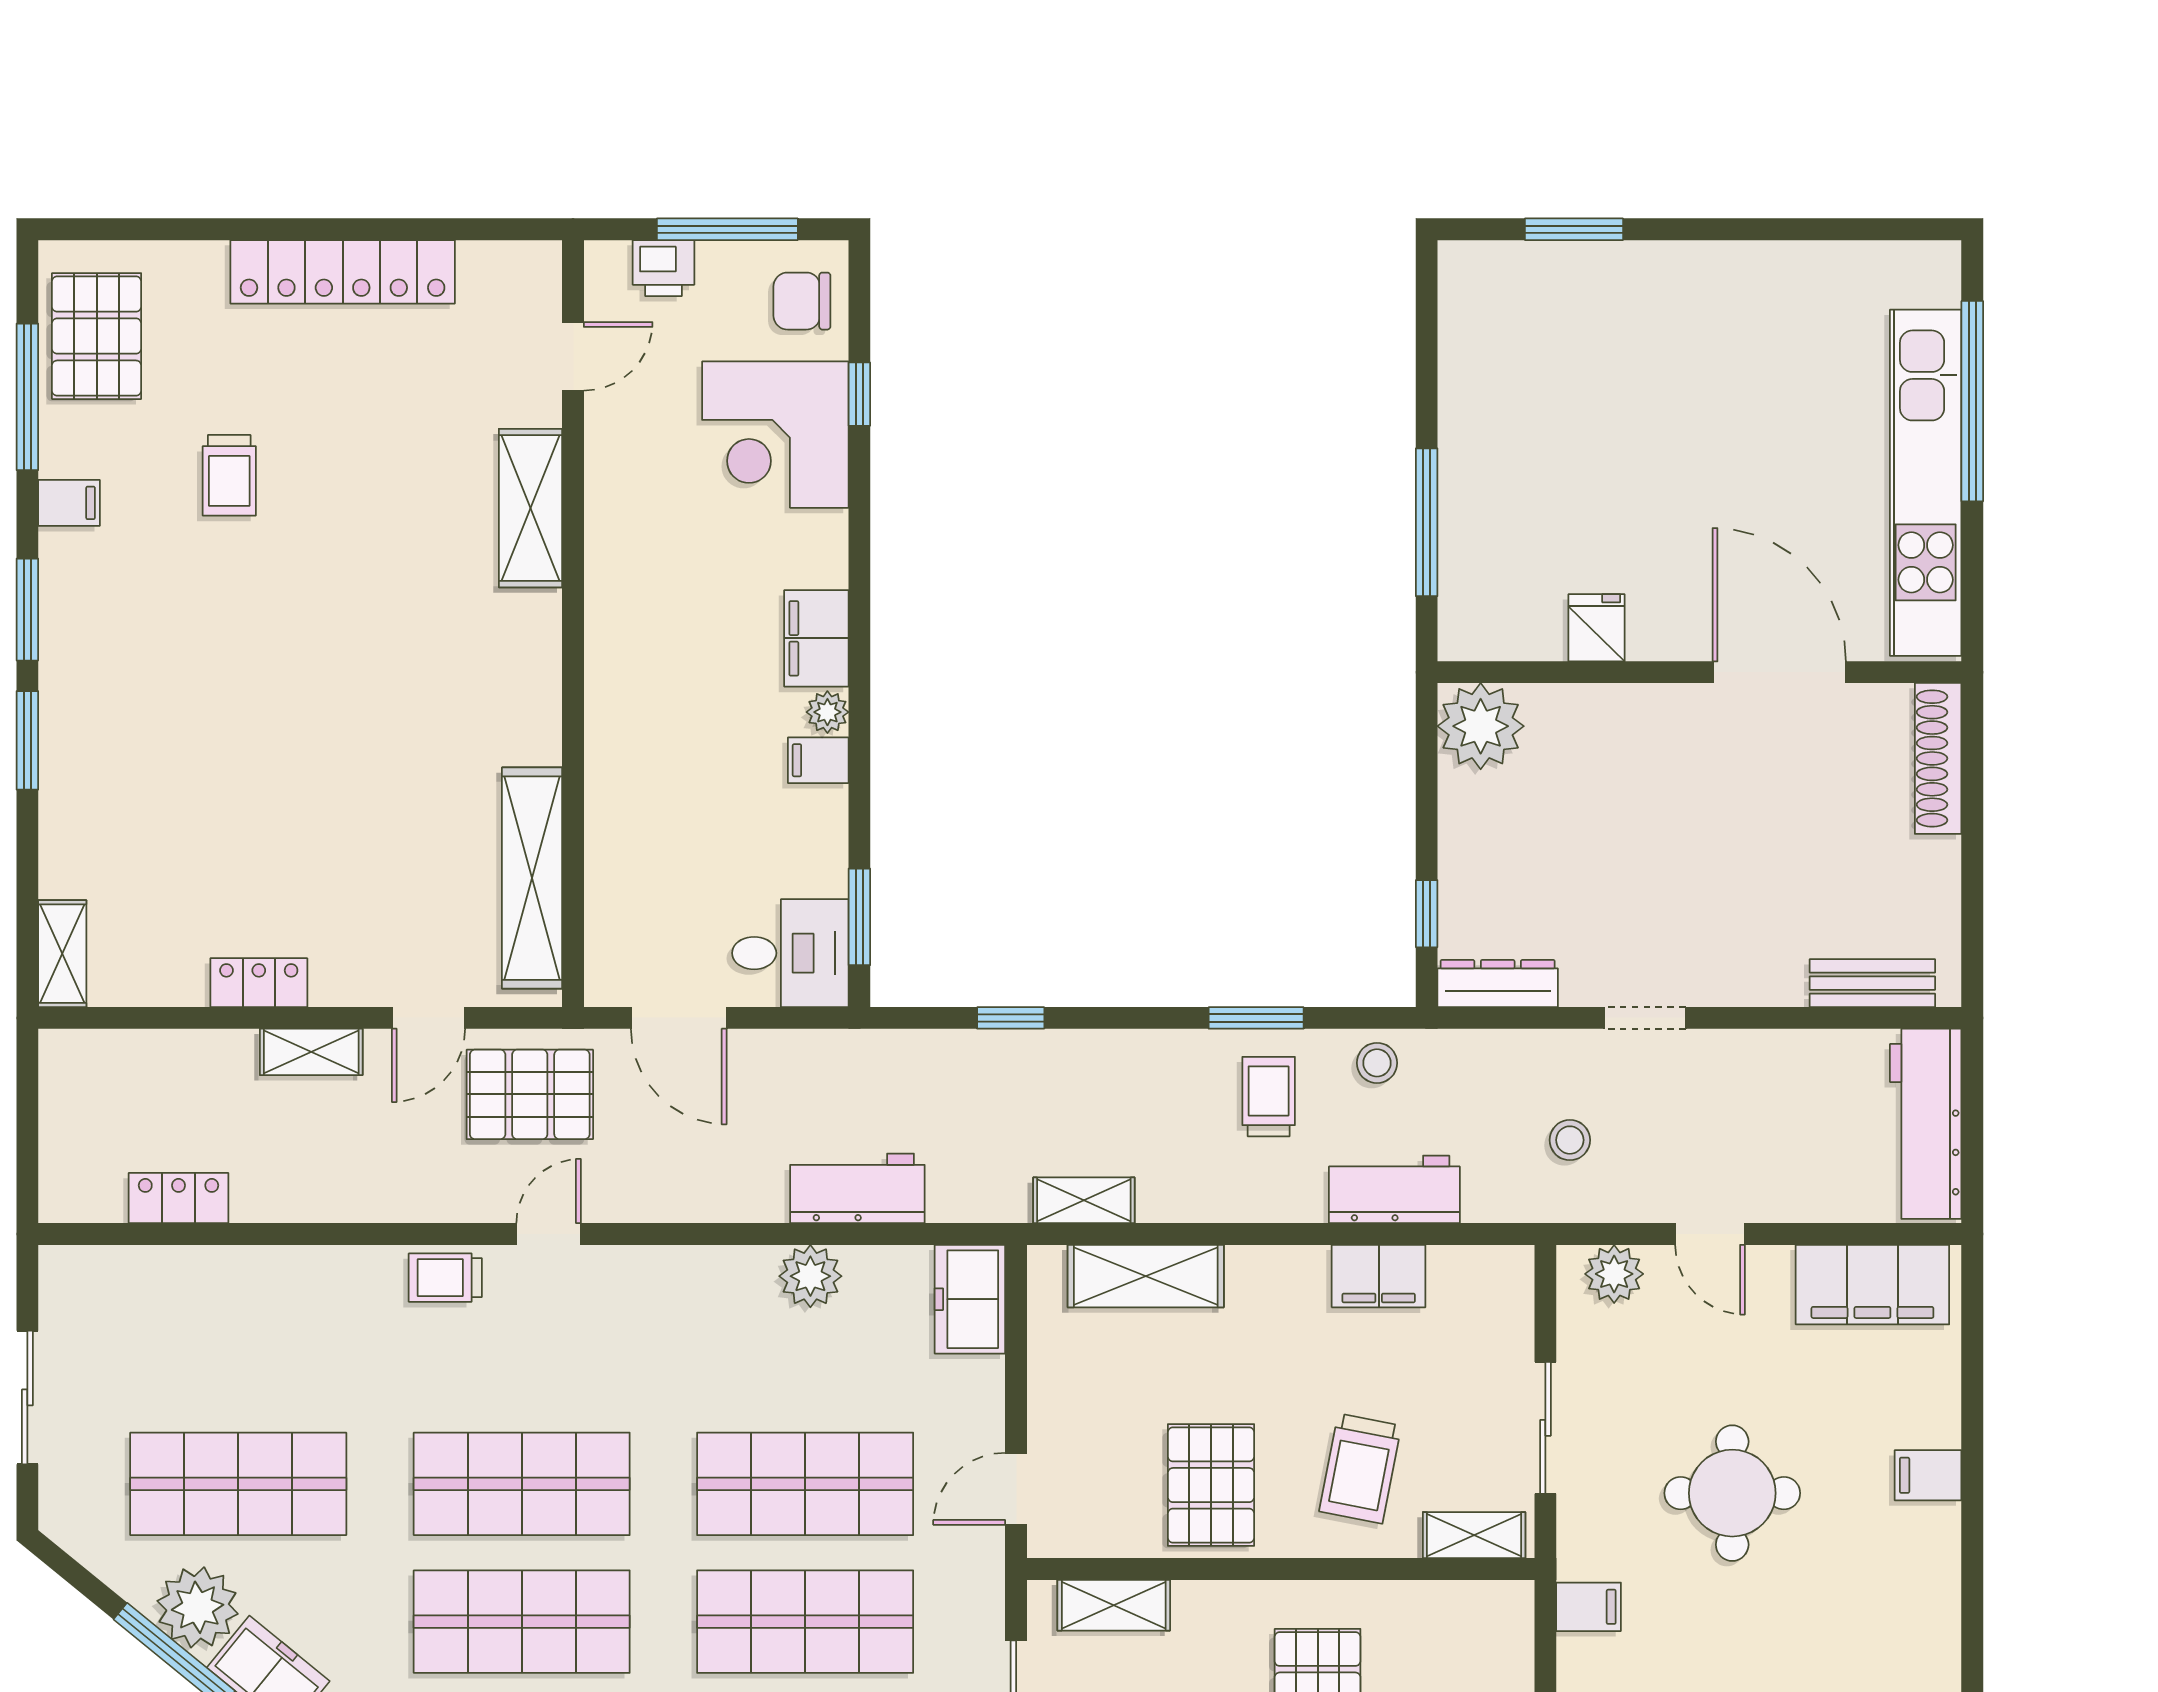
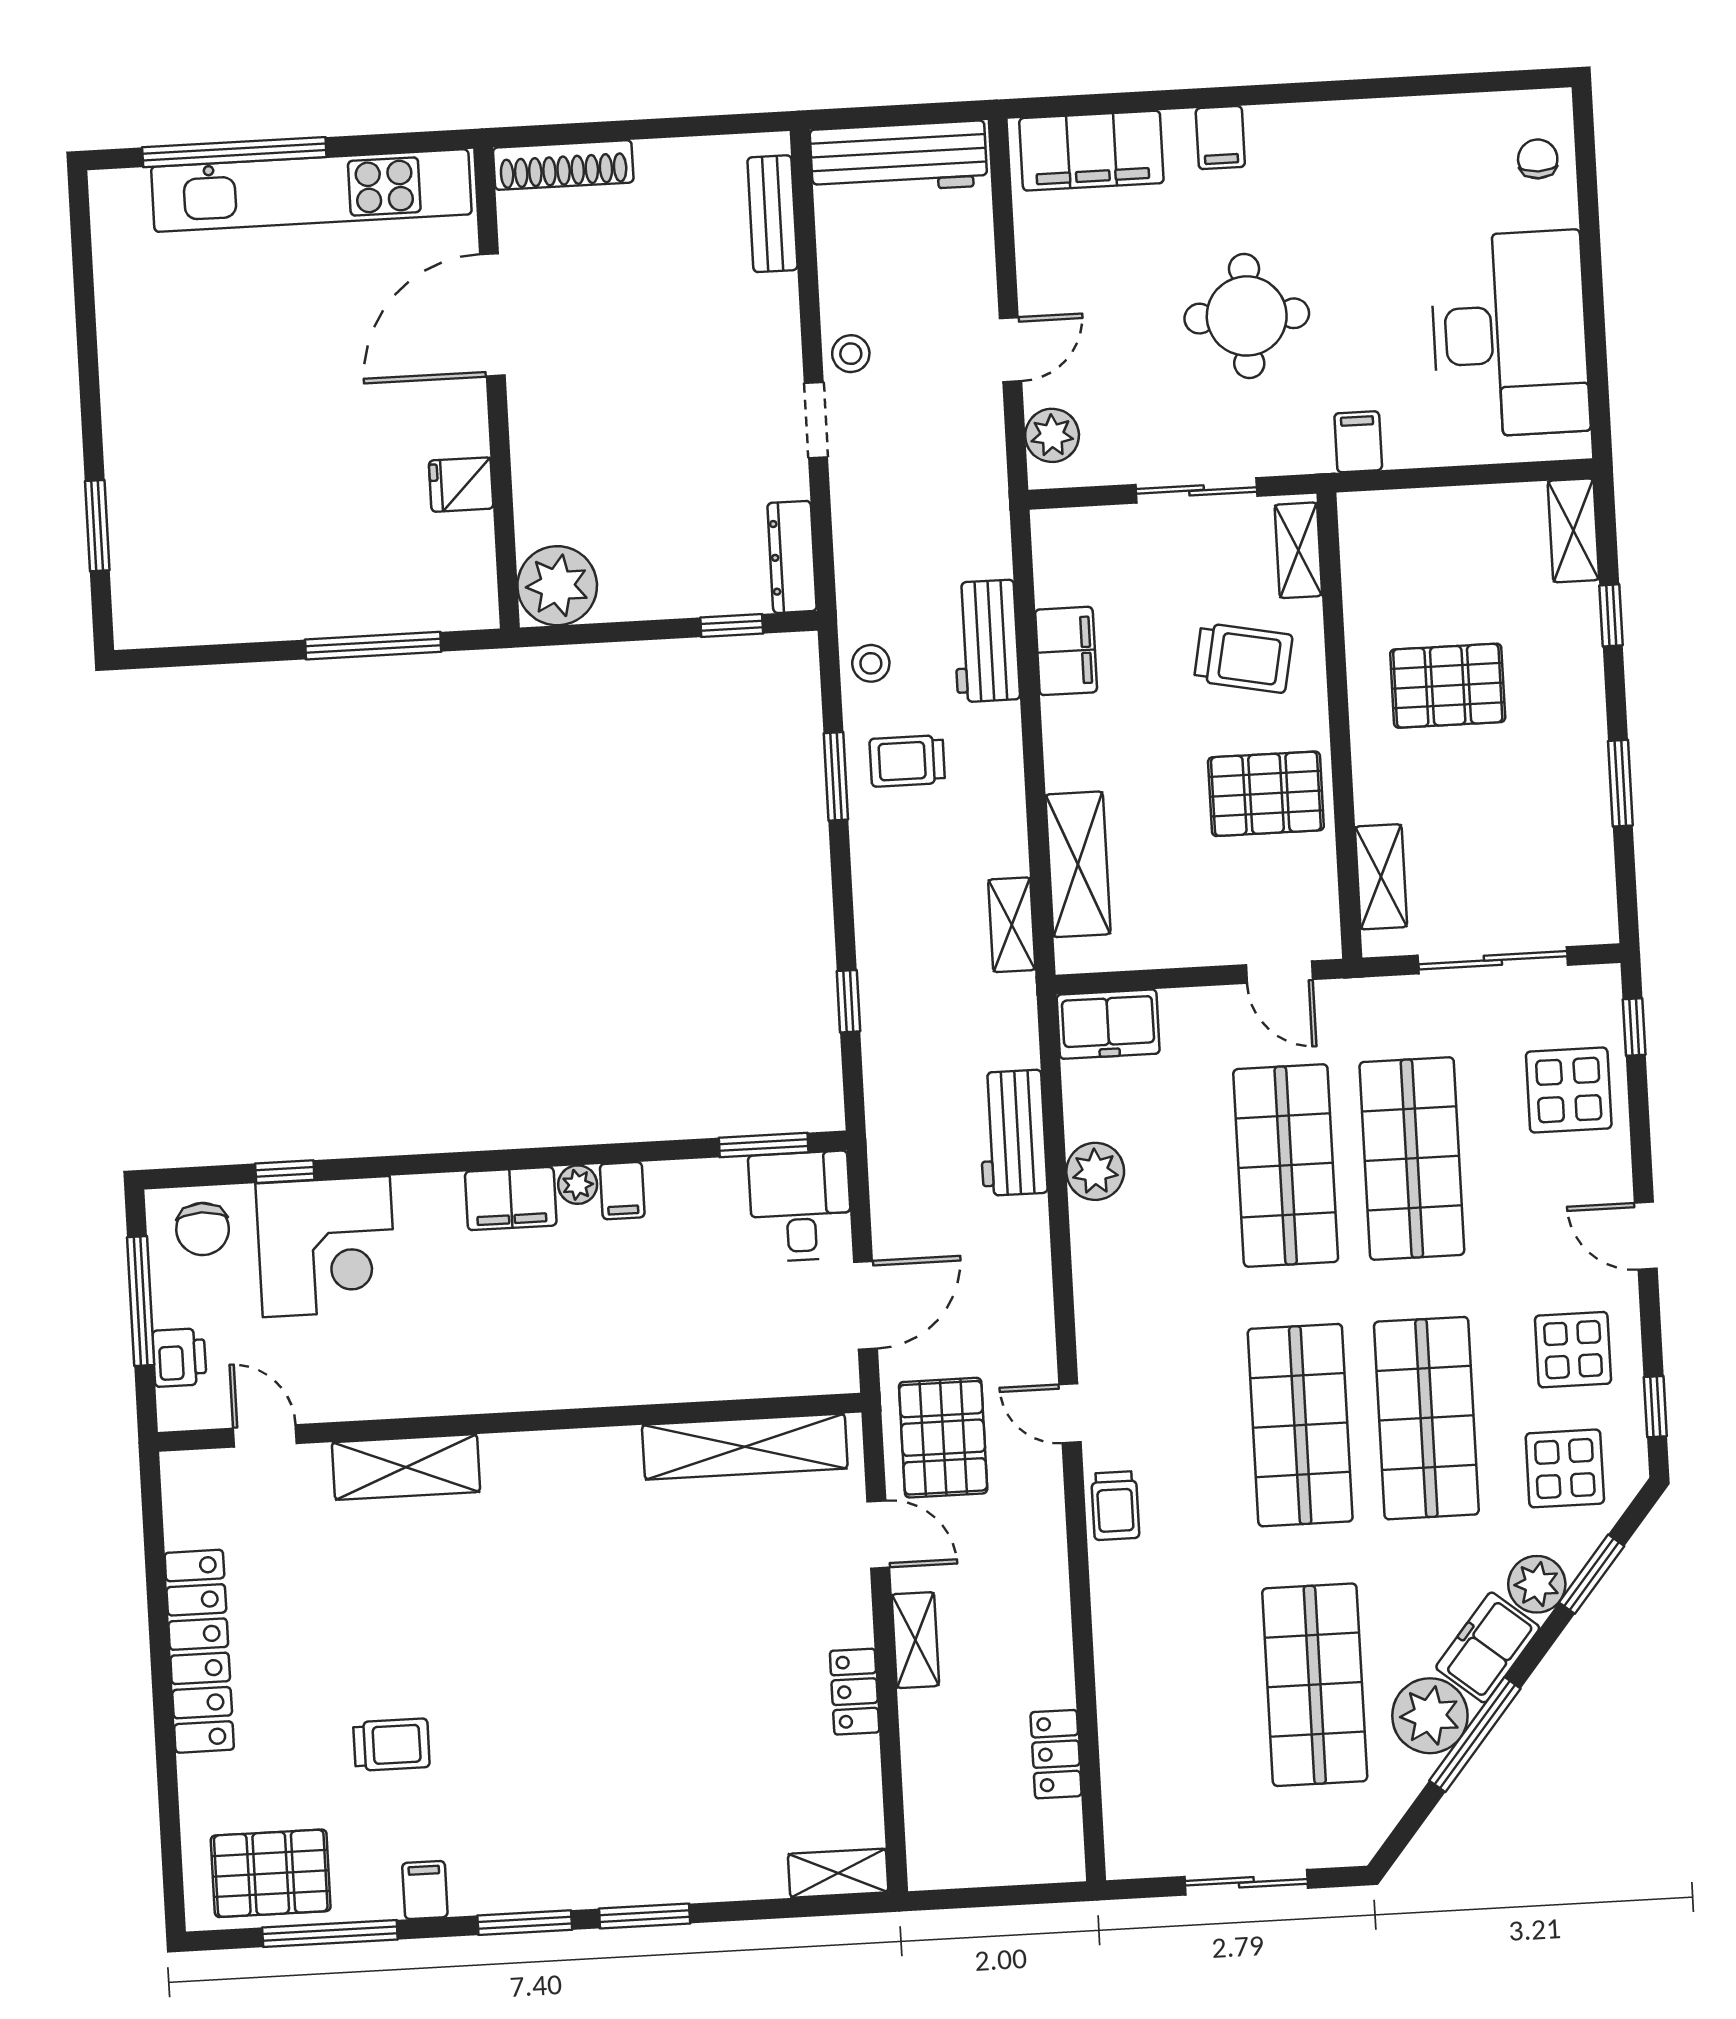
stool: (1570, 1140) -> (851, 354), moved
filing cabinet: (1872, 1285) -> (1091, 151), moved, turned 90

